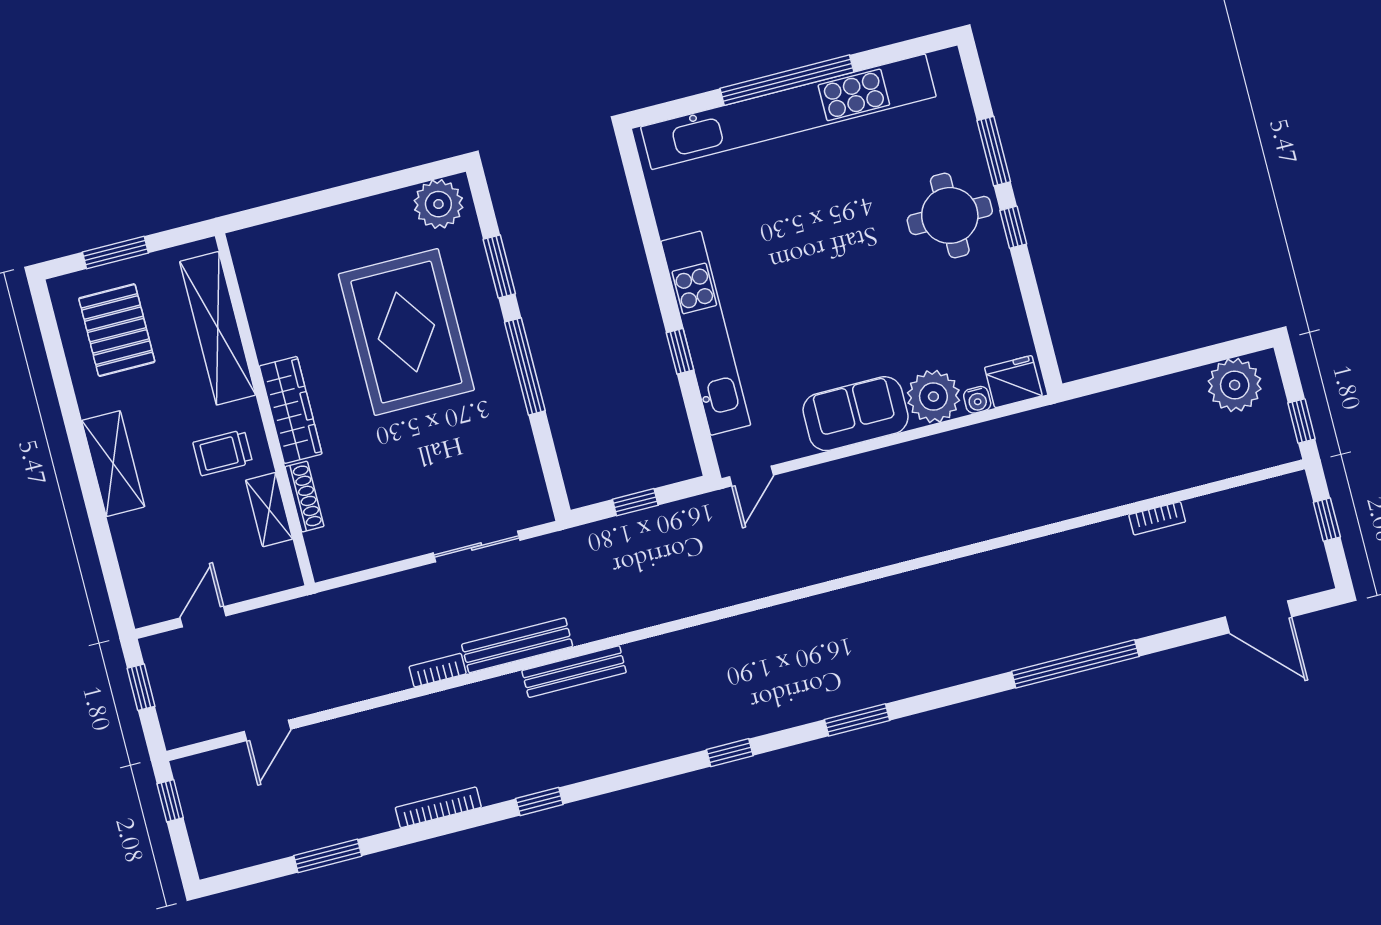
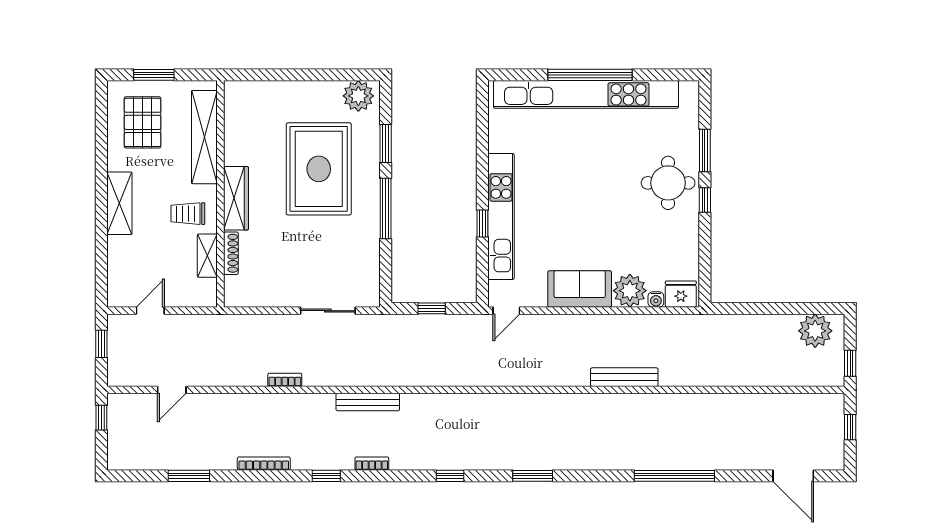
bookcase: (1157, 518) -> (372, 464), moved, turned 180
bench: (517, 645) -> (624, 377), moved

